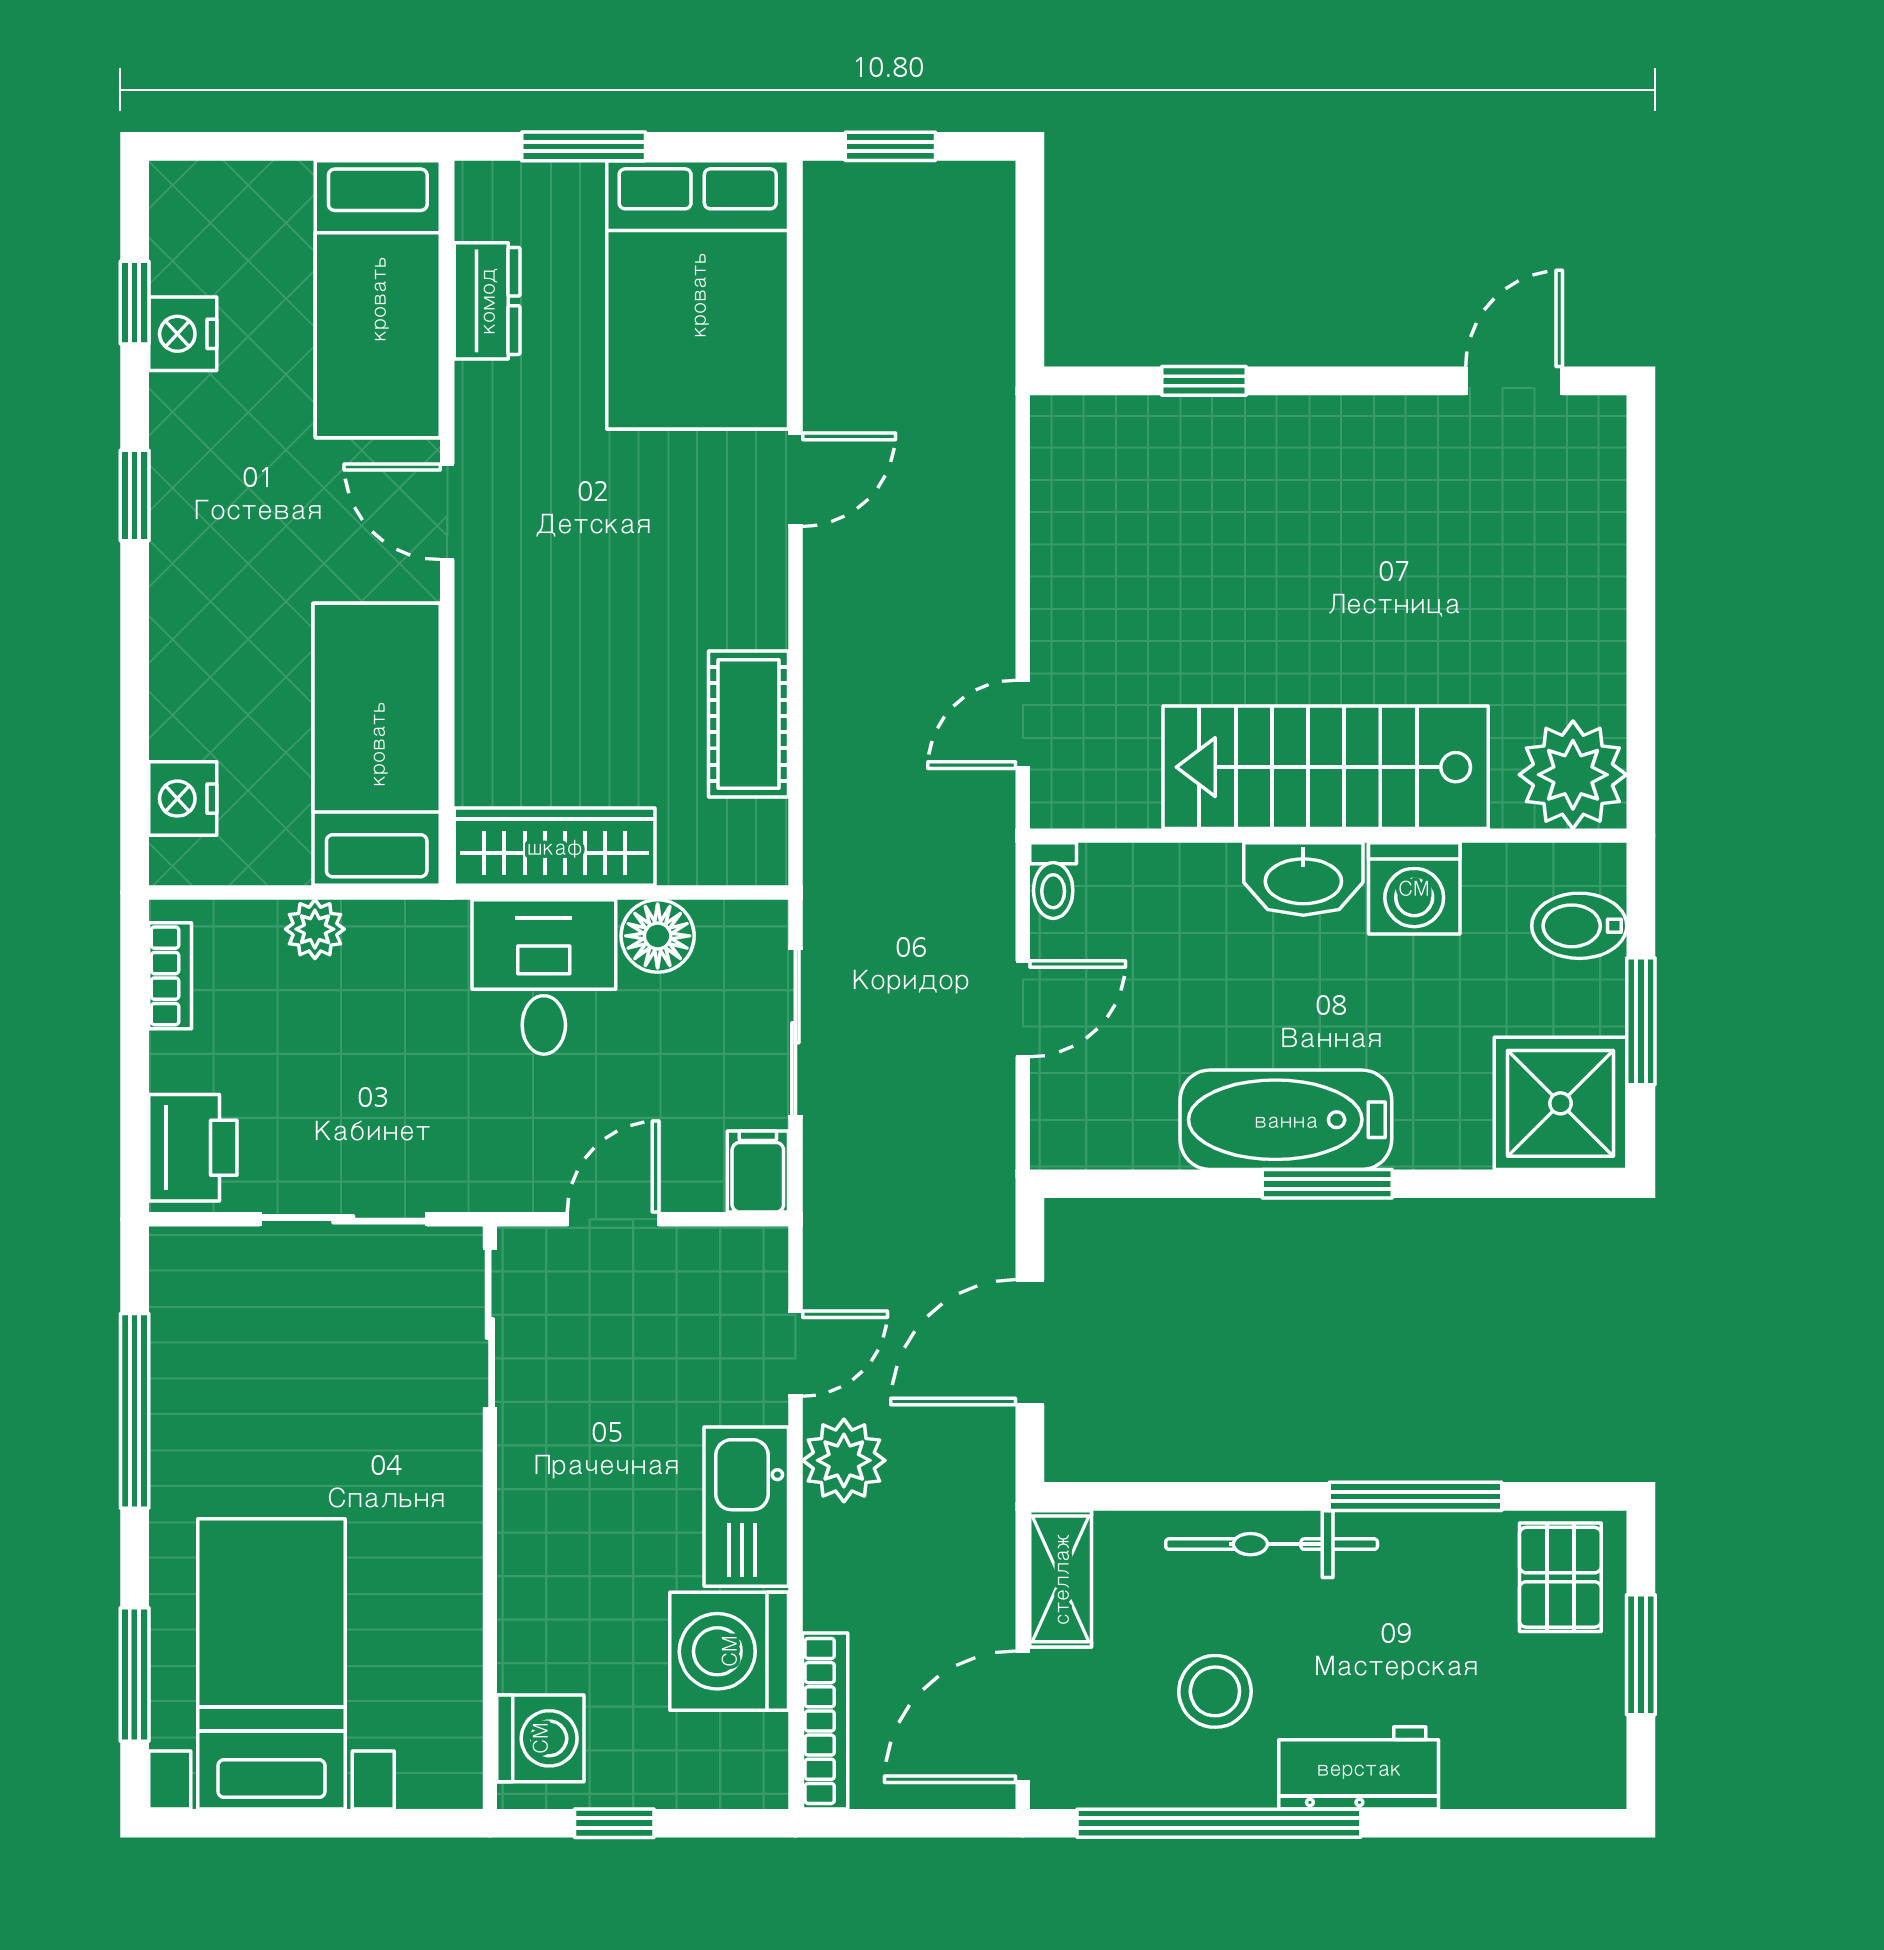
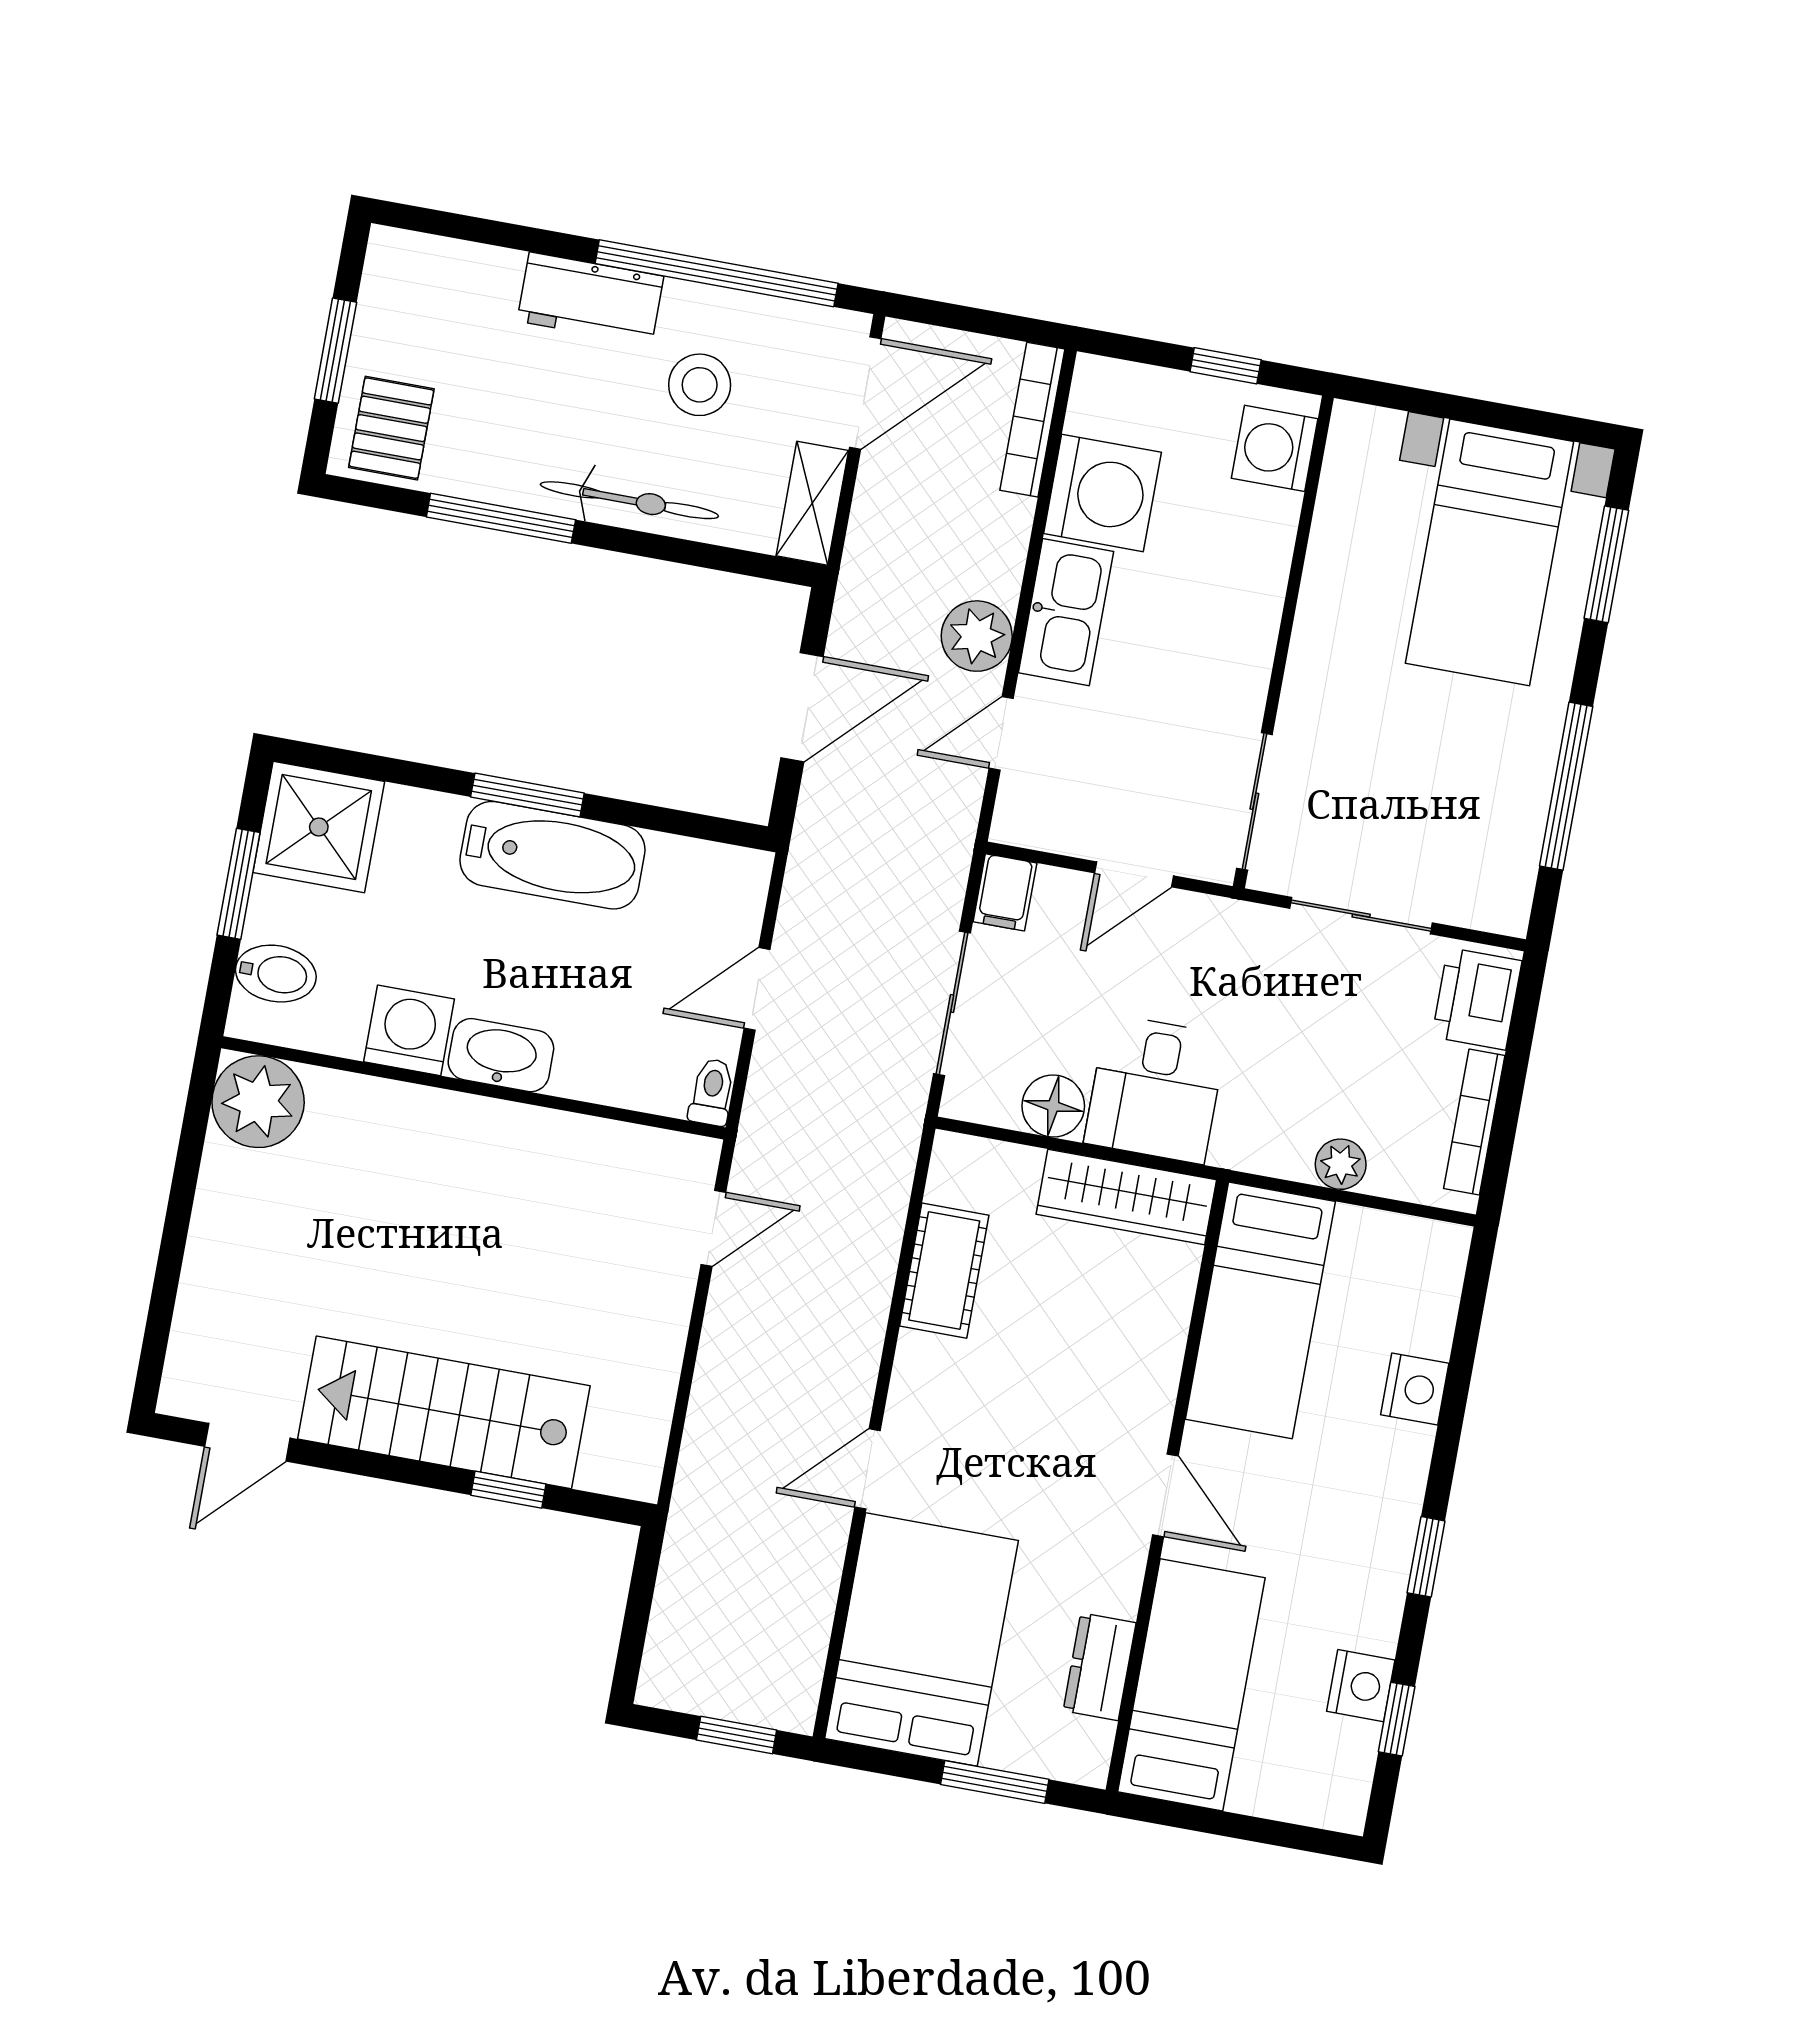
stairs: (1326, 767) -> (444, 1412), moved, turned 180
nightstand: (183, 799) -> (1415, 1389), moved
bookcase: (170, 976) -> (1474, 1122), width x1.56

